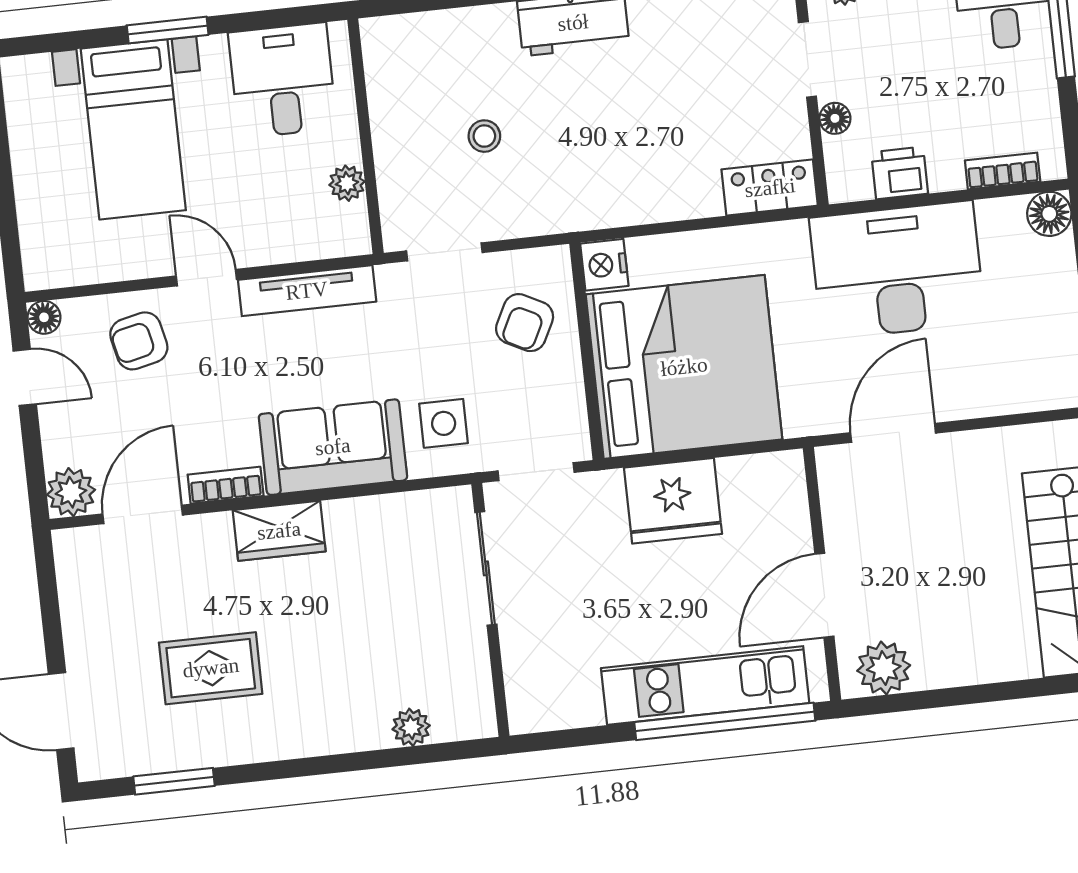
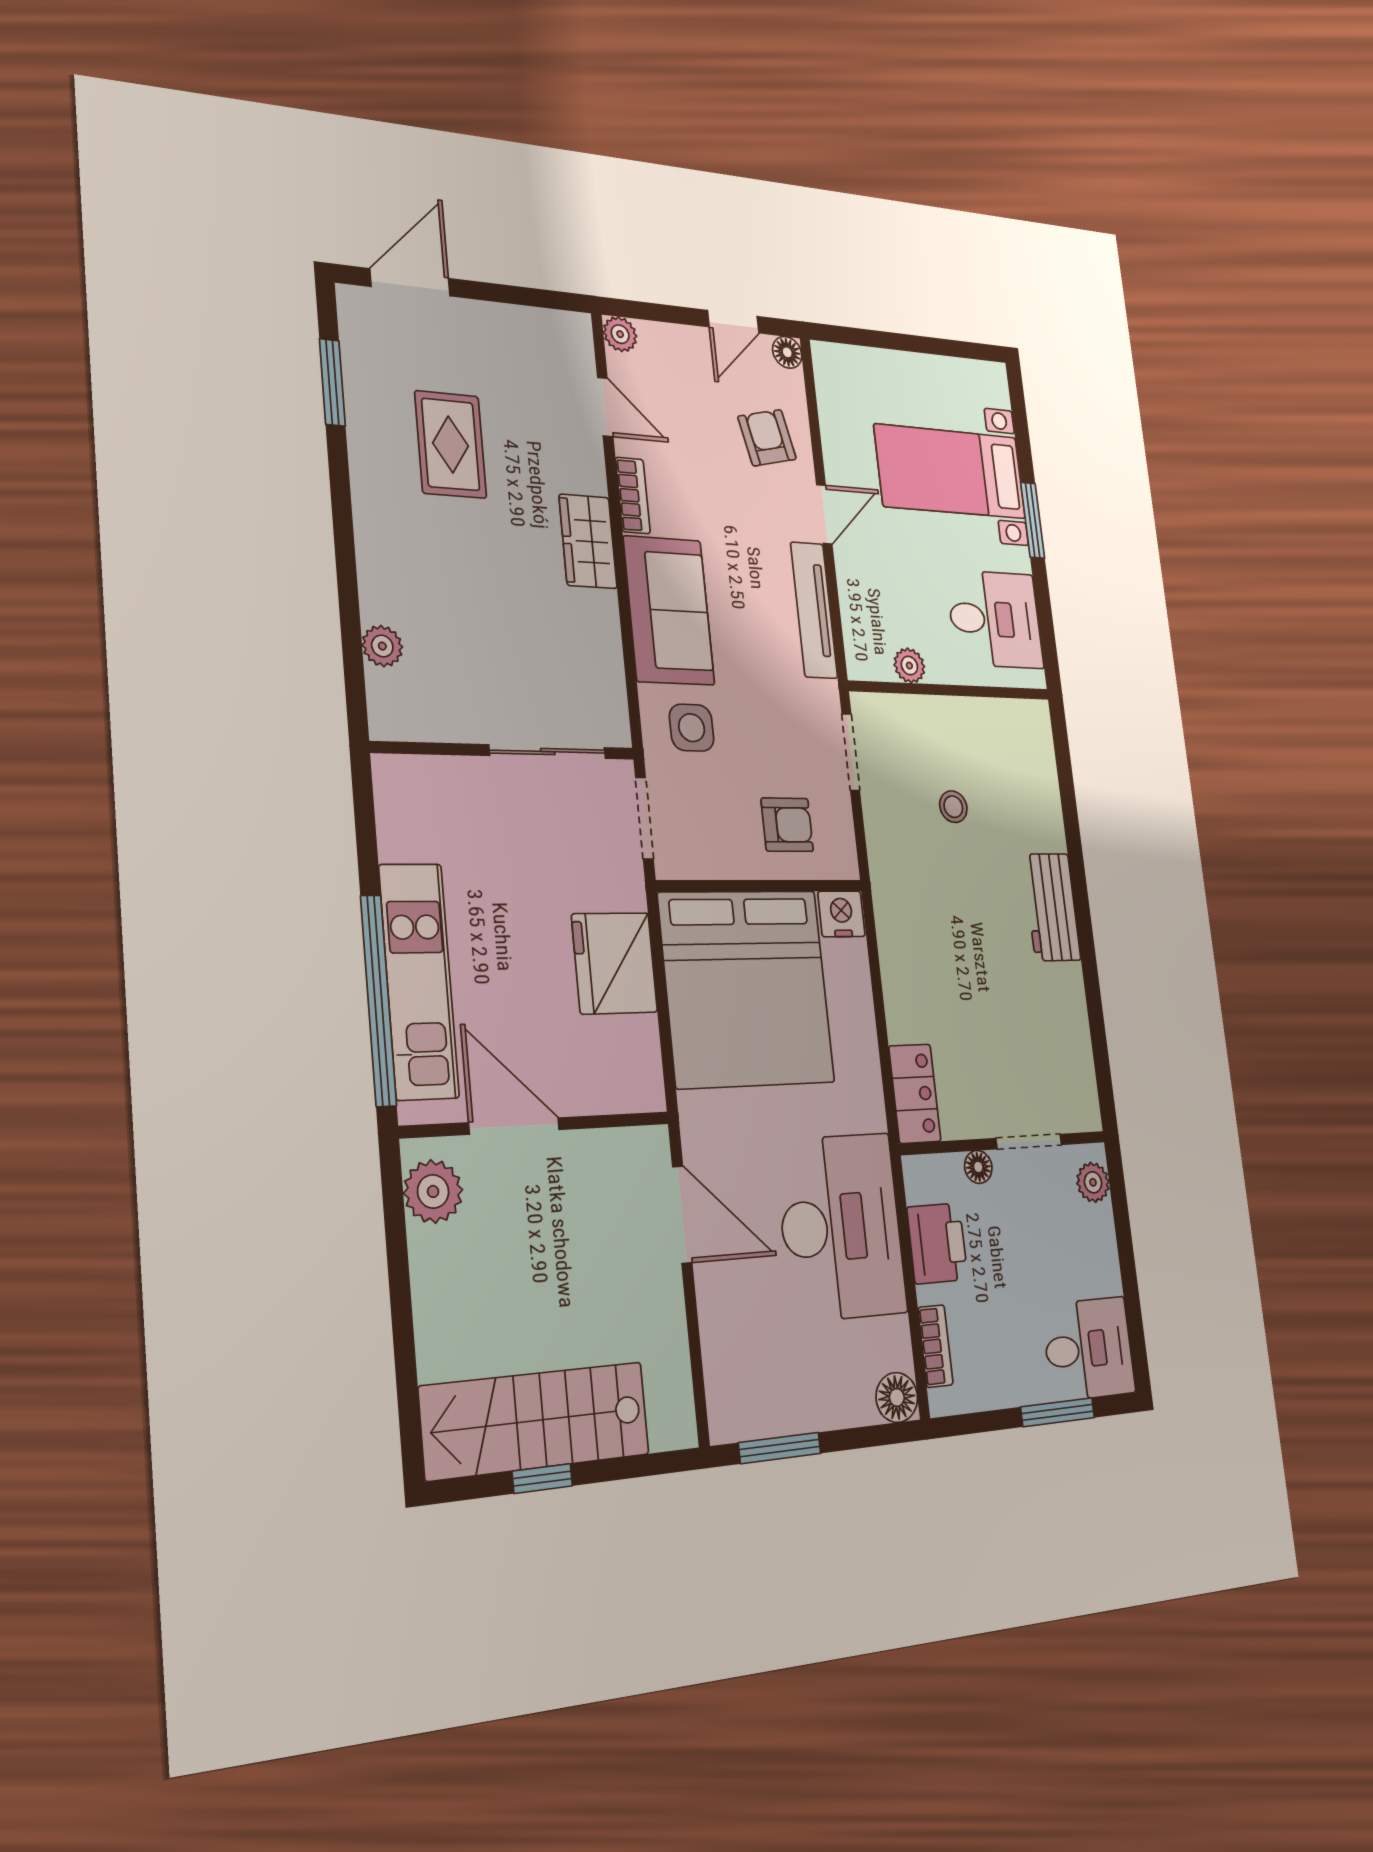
printer: (900, 173) -> (937, 1243), width x1.36, depth x1.24
armchair: (525, 323) -> (787, 825), turned 153
plant: (71, 492) -> (620, 334), width x0.73, depth x0.73
door: (143, 514) -> (605, 407), width x0.73

